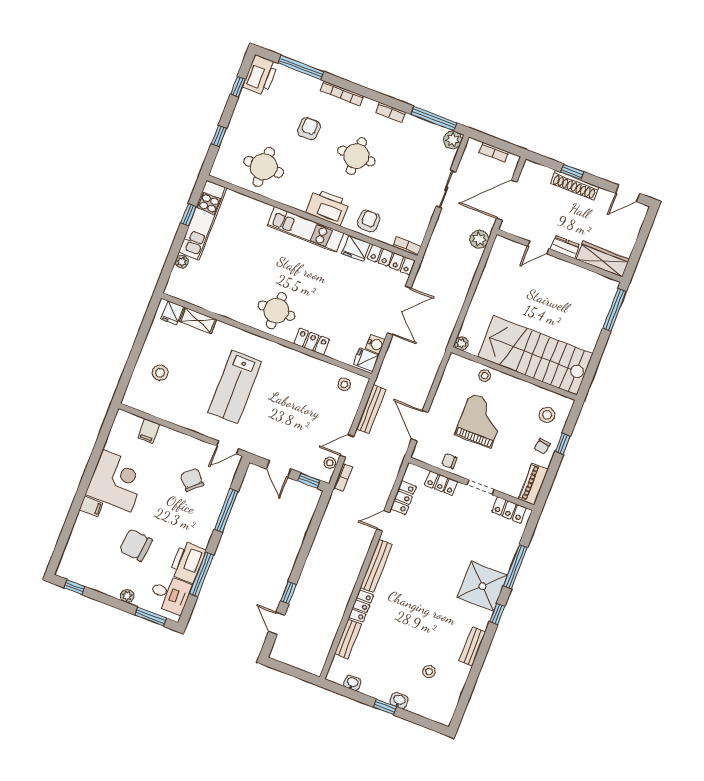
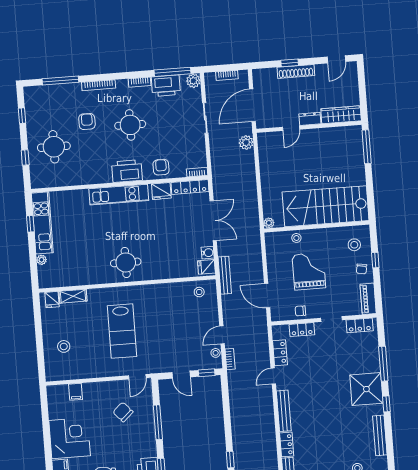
printer: (260, 75) -> (166, 86), moved, turned 90
round table: (264, 167) -> (54, 147), moved
locker: (312, 342) -> (161, 273), removed
bench: (371, 409) -> (225, 275), moved
bench: (472, 646) -> (380, 435), width x1.36

